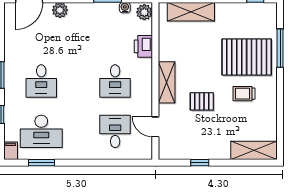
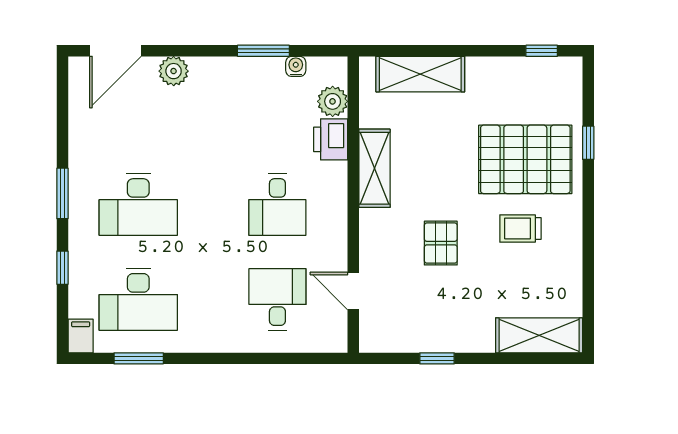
plant: (144, 12) -> (333, 101), moved
window: (280, 48) -> (588, 143), width x0.46
desk: (41, 81) -> (138, 205), width x1.37
shelving: (167, 82) -> (375, 168), moved
pallet: (202, 101) -> (441, 243), turned 90

